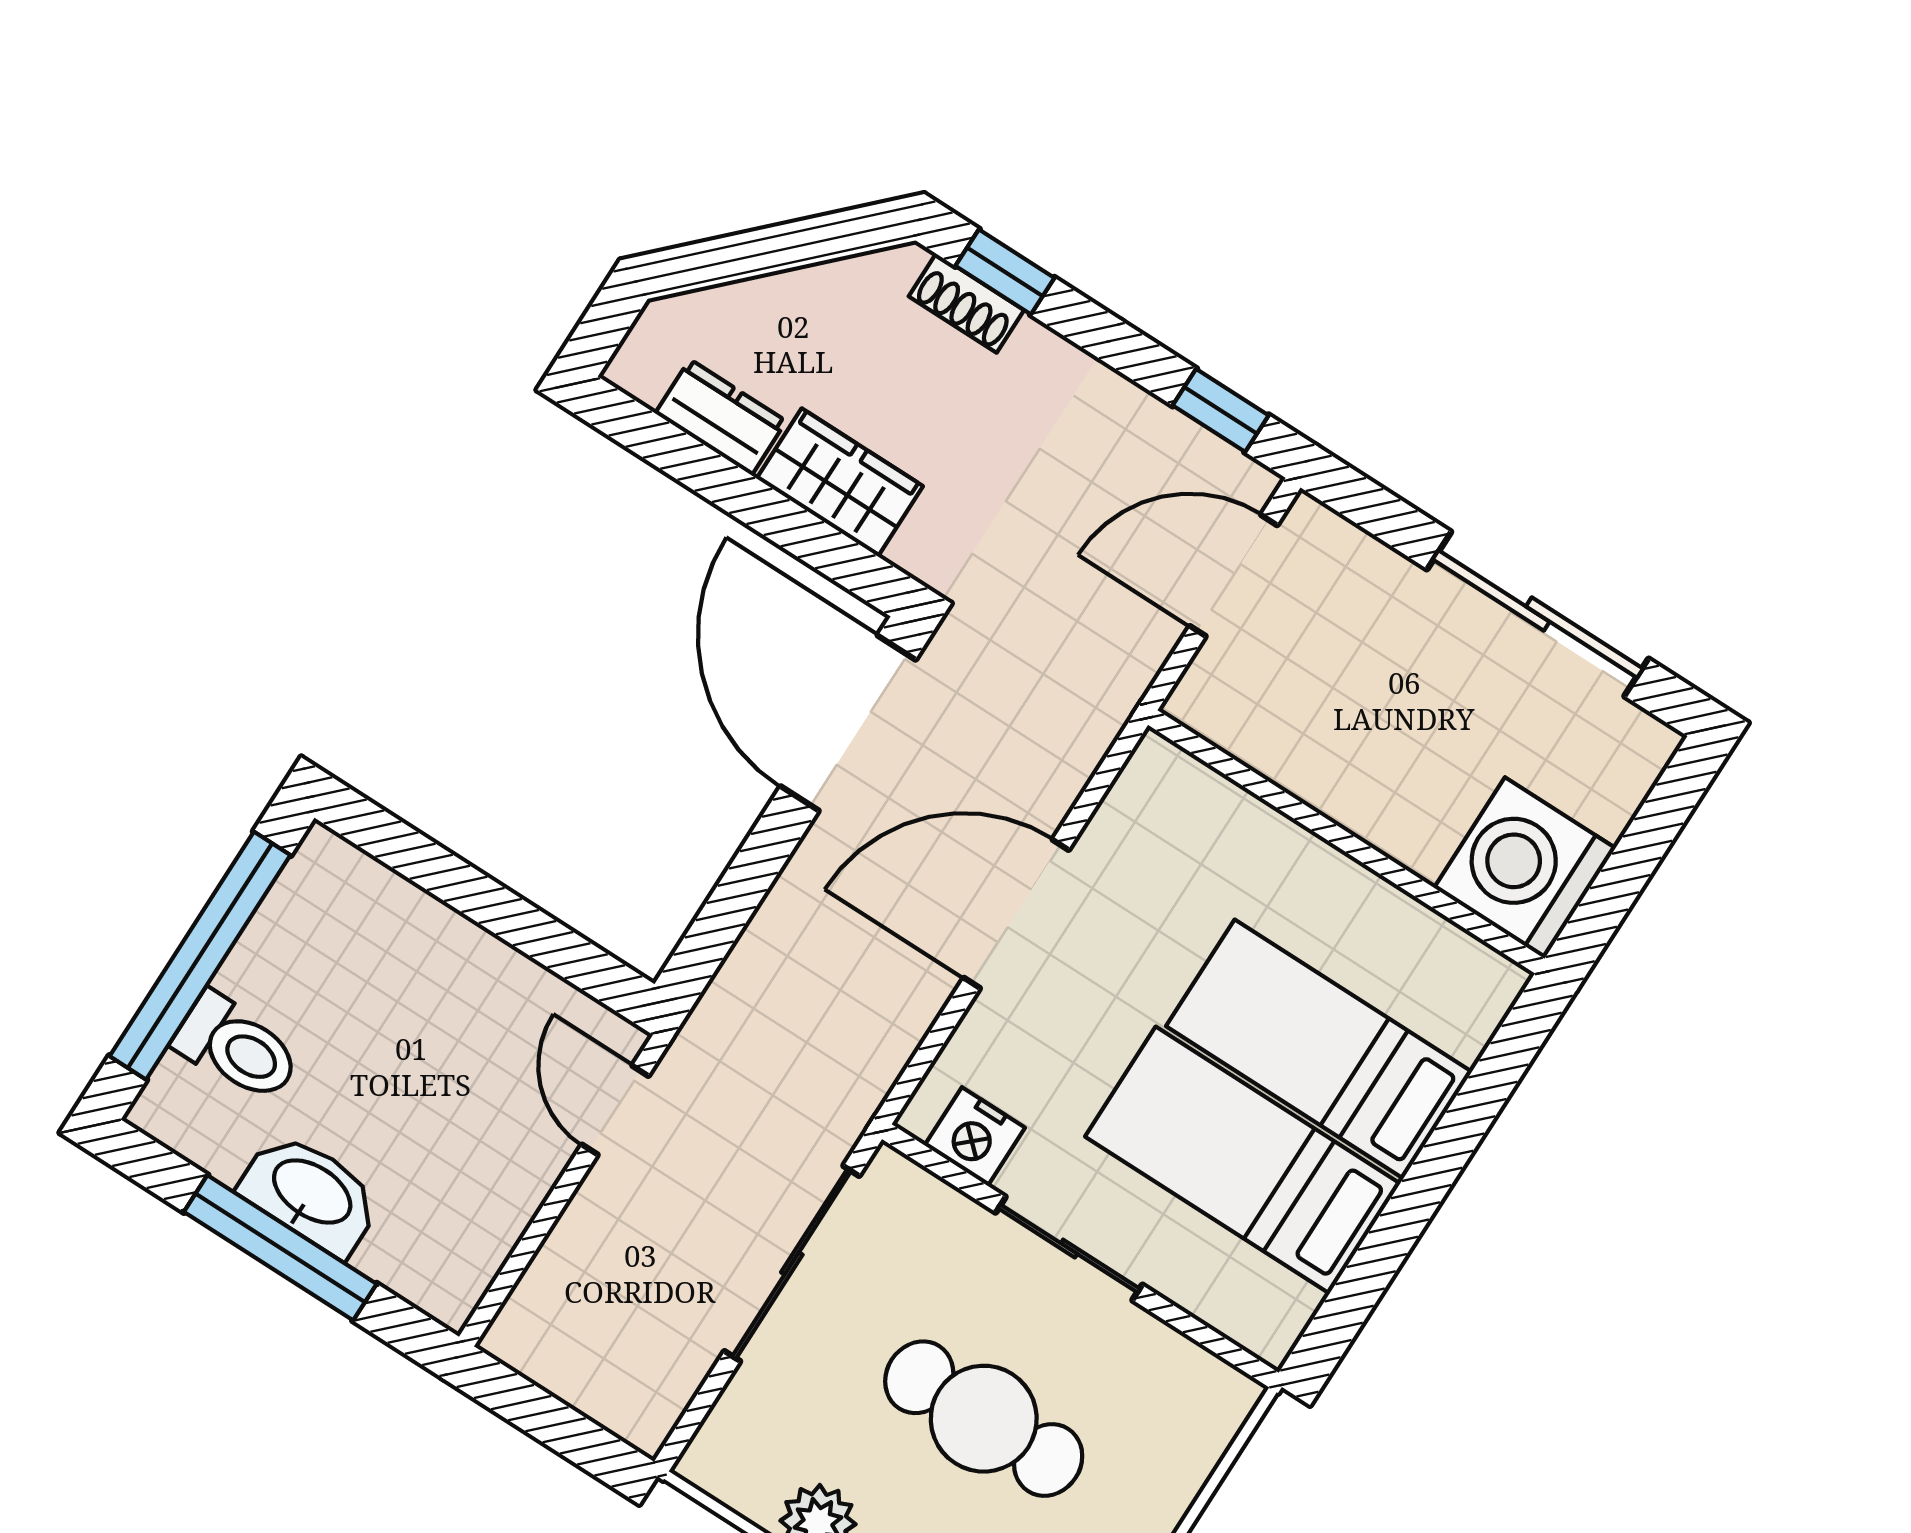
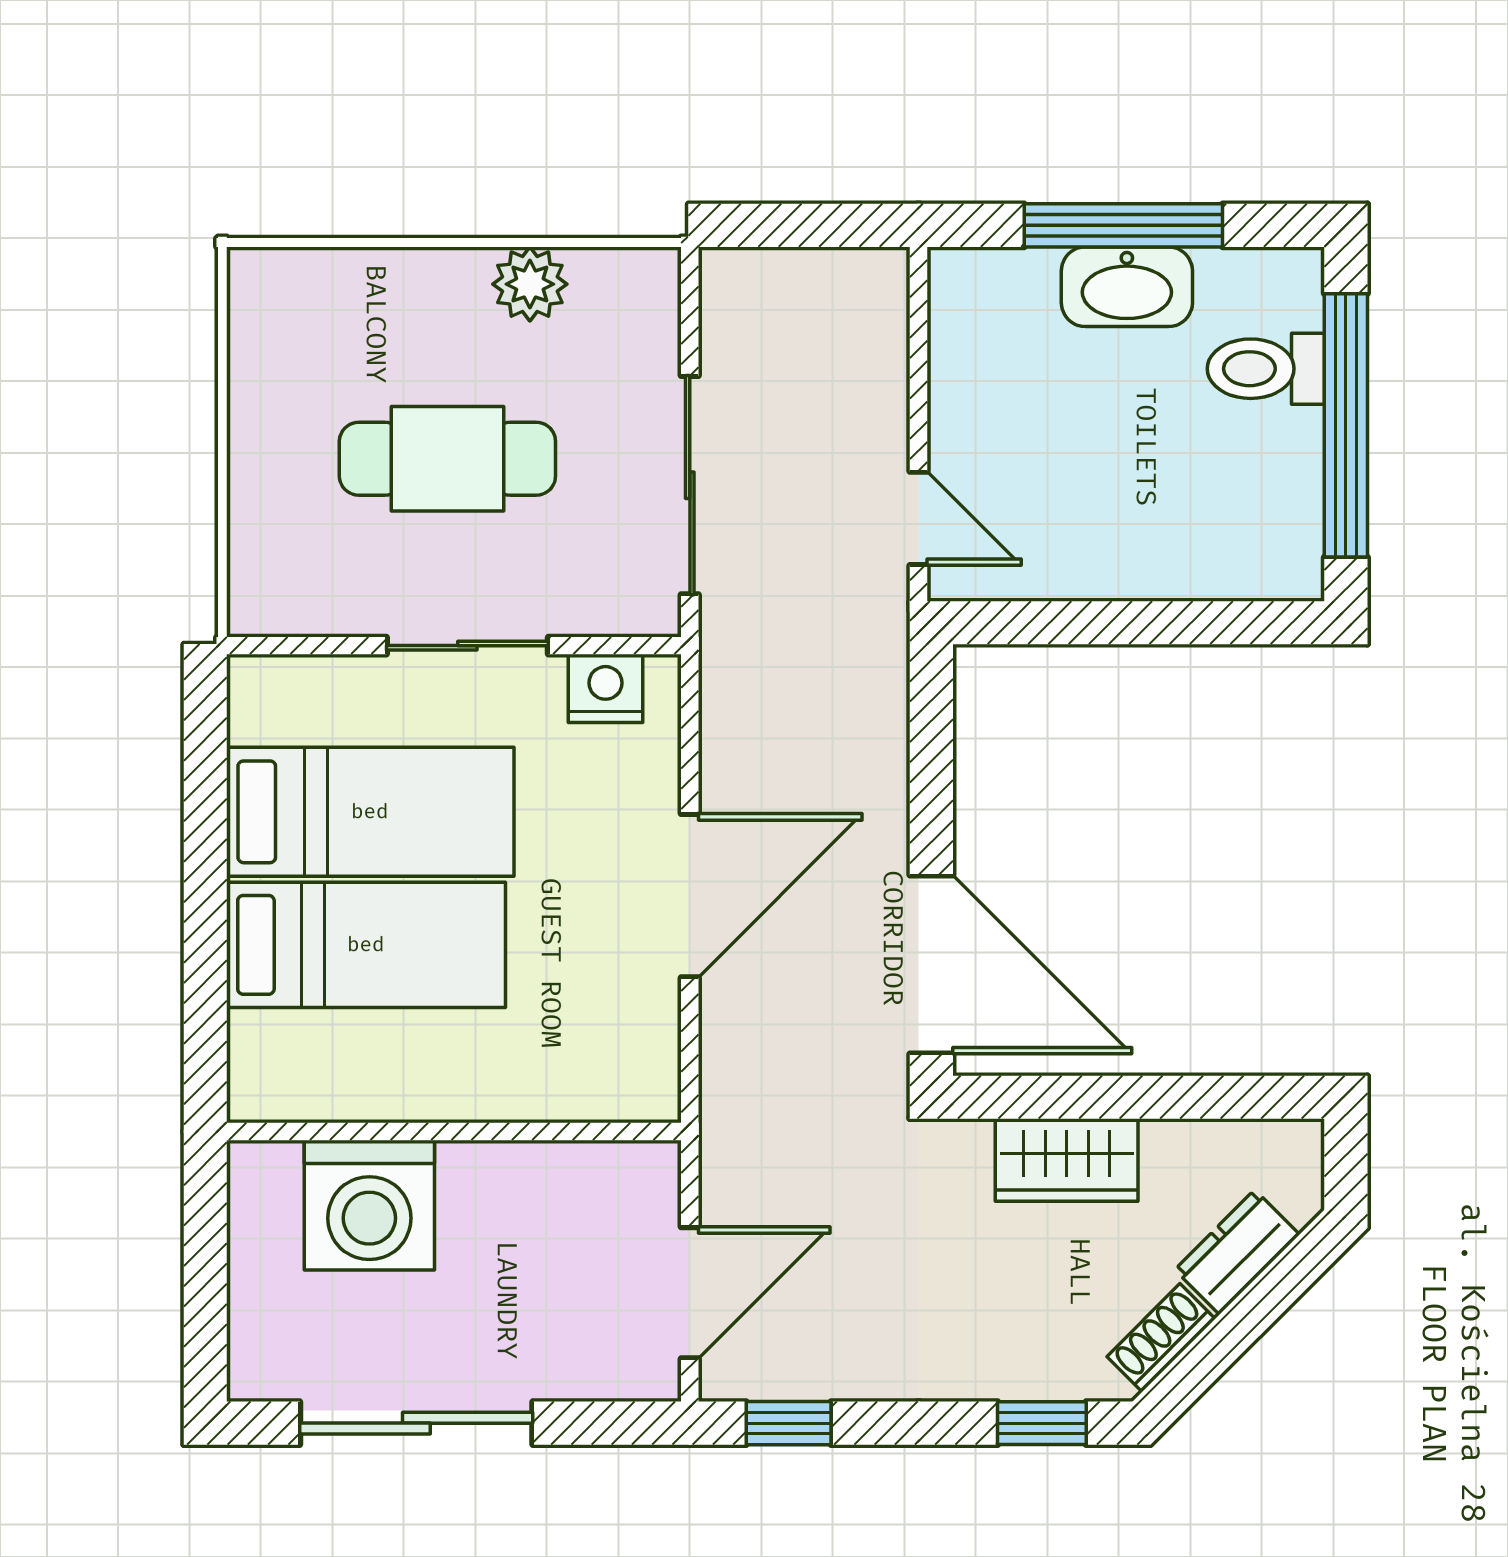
shoe rack: (966, 303) -> (1161, 1338), moved, turned -45
dresser: (721, 417) -> (1237, 1252), moved, turned 135
washing machine: (1525, 868) -> (369, 1205), moved, turned 90

